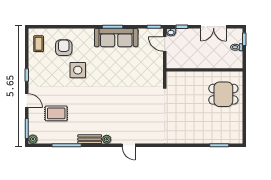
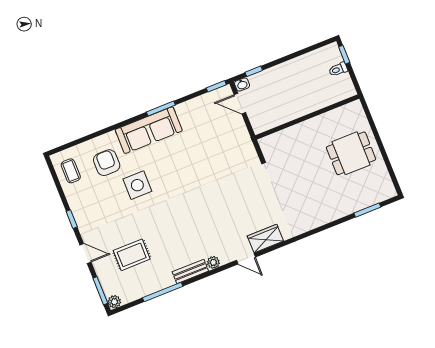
double door: (214, 27) -> (296, 54), removed
sofa: (116, 38) -> (149, 130), moved
dining table: (223, 94) -> (351, 153), moved
wardrobe: (146, 137) -> (265, 238), added

